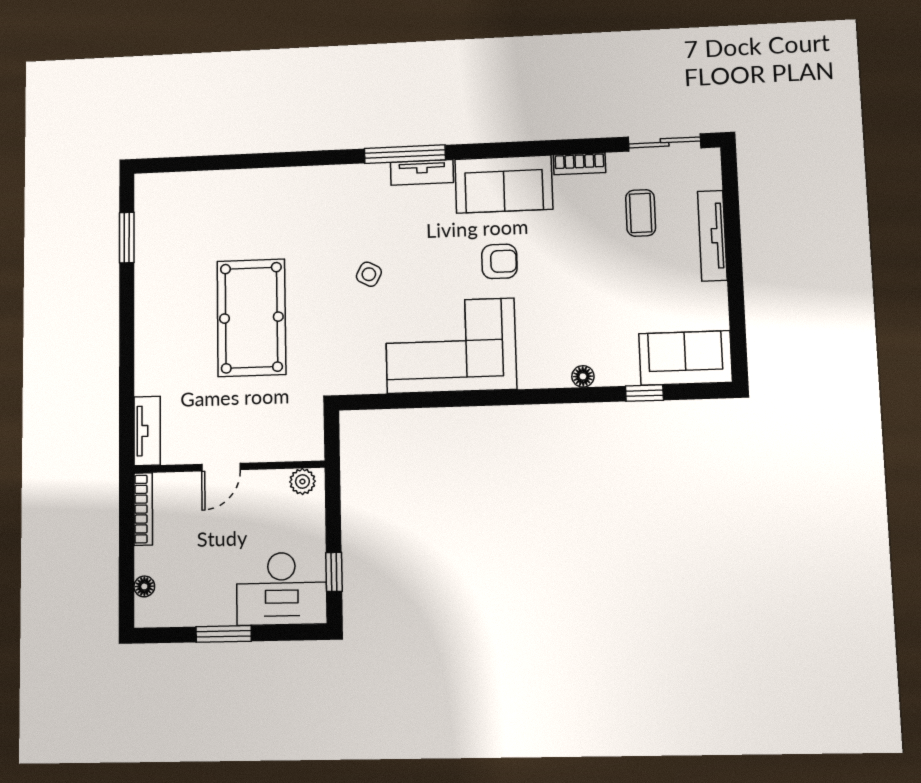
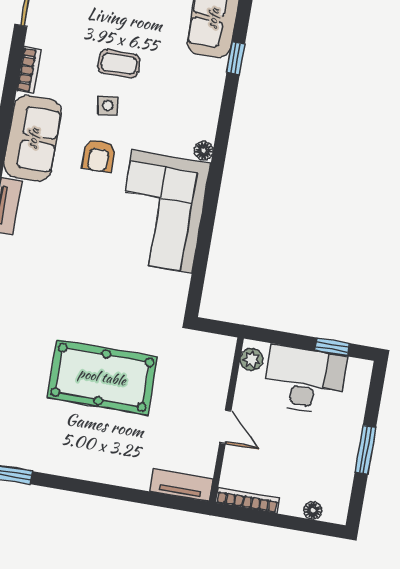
coffee table: (641, 213) -> (119, 64), moved
armchair: (499, 261) -> (99, 156), turned 180
side table: (369, 274) -> (108, 106), moved, turned -35
floor lamp: (583, 376) -> (204, 151), moved
desk: (282, 589) -> (304, 380), moved, turned -90

